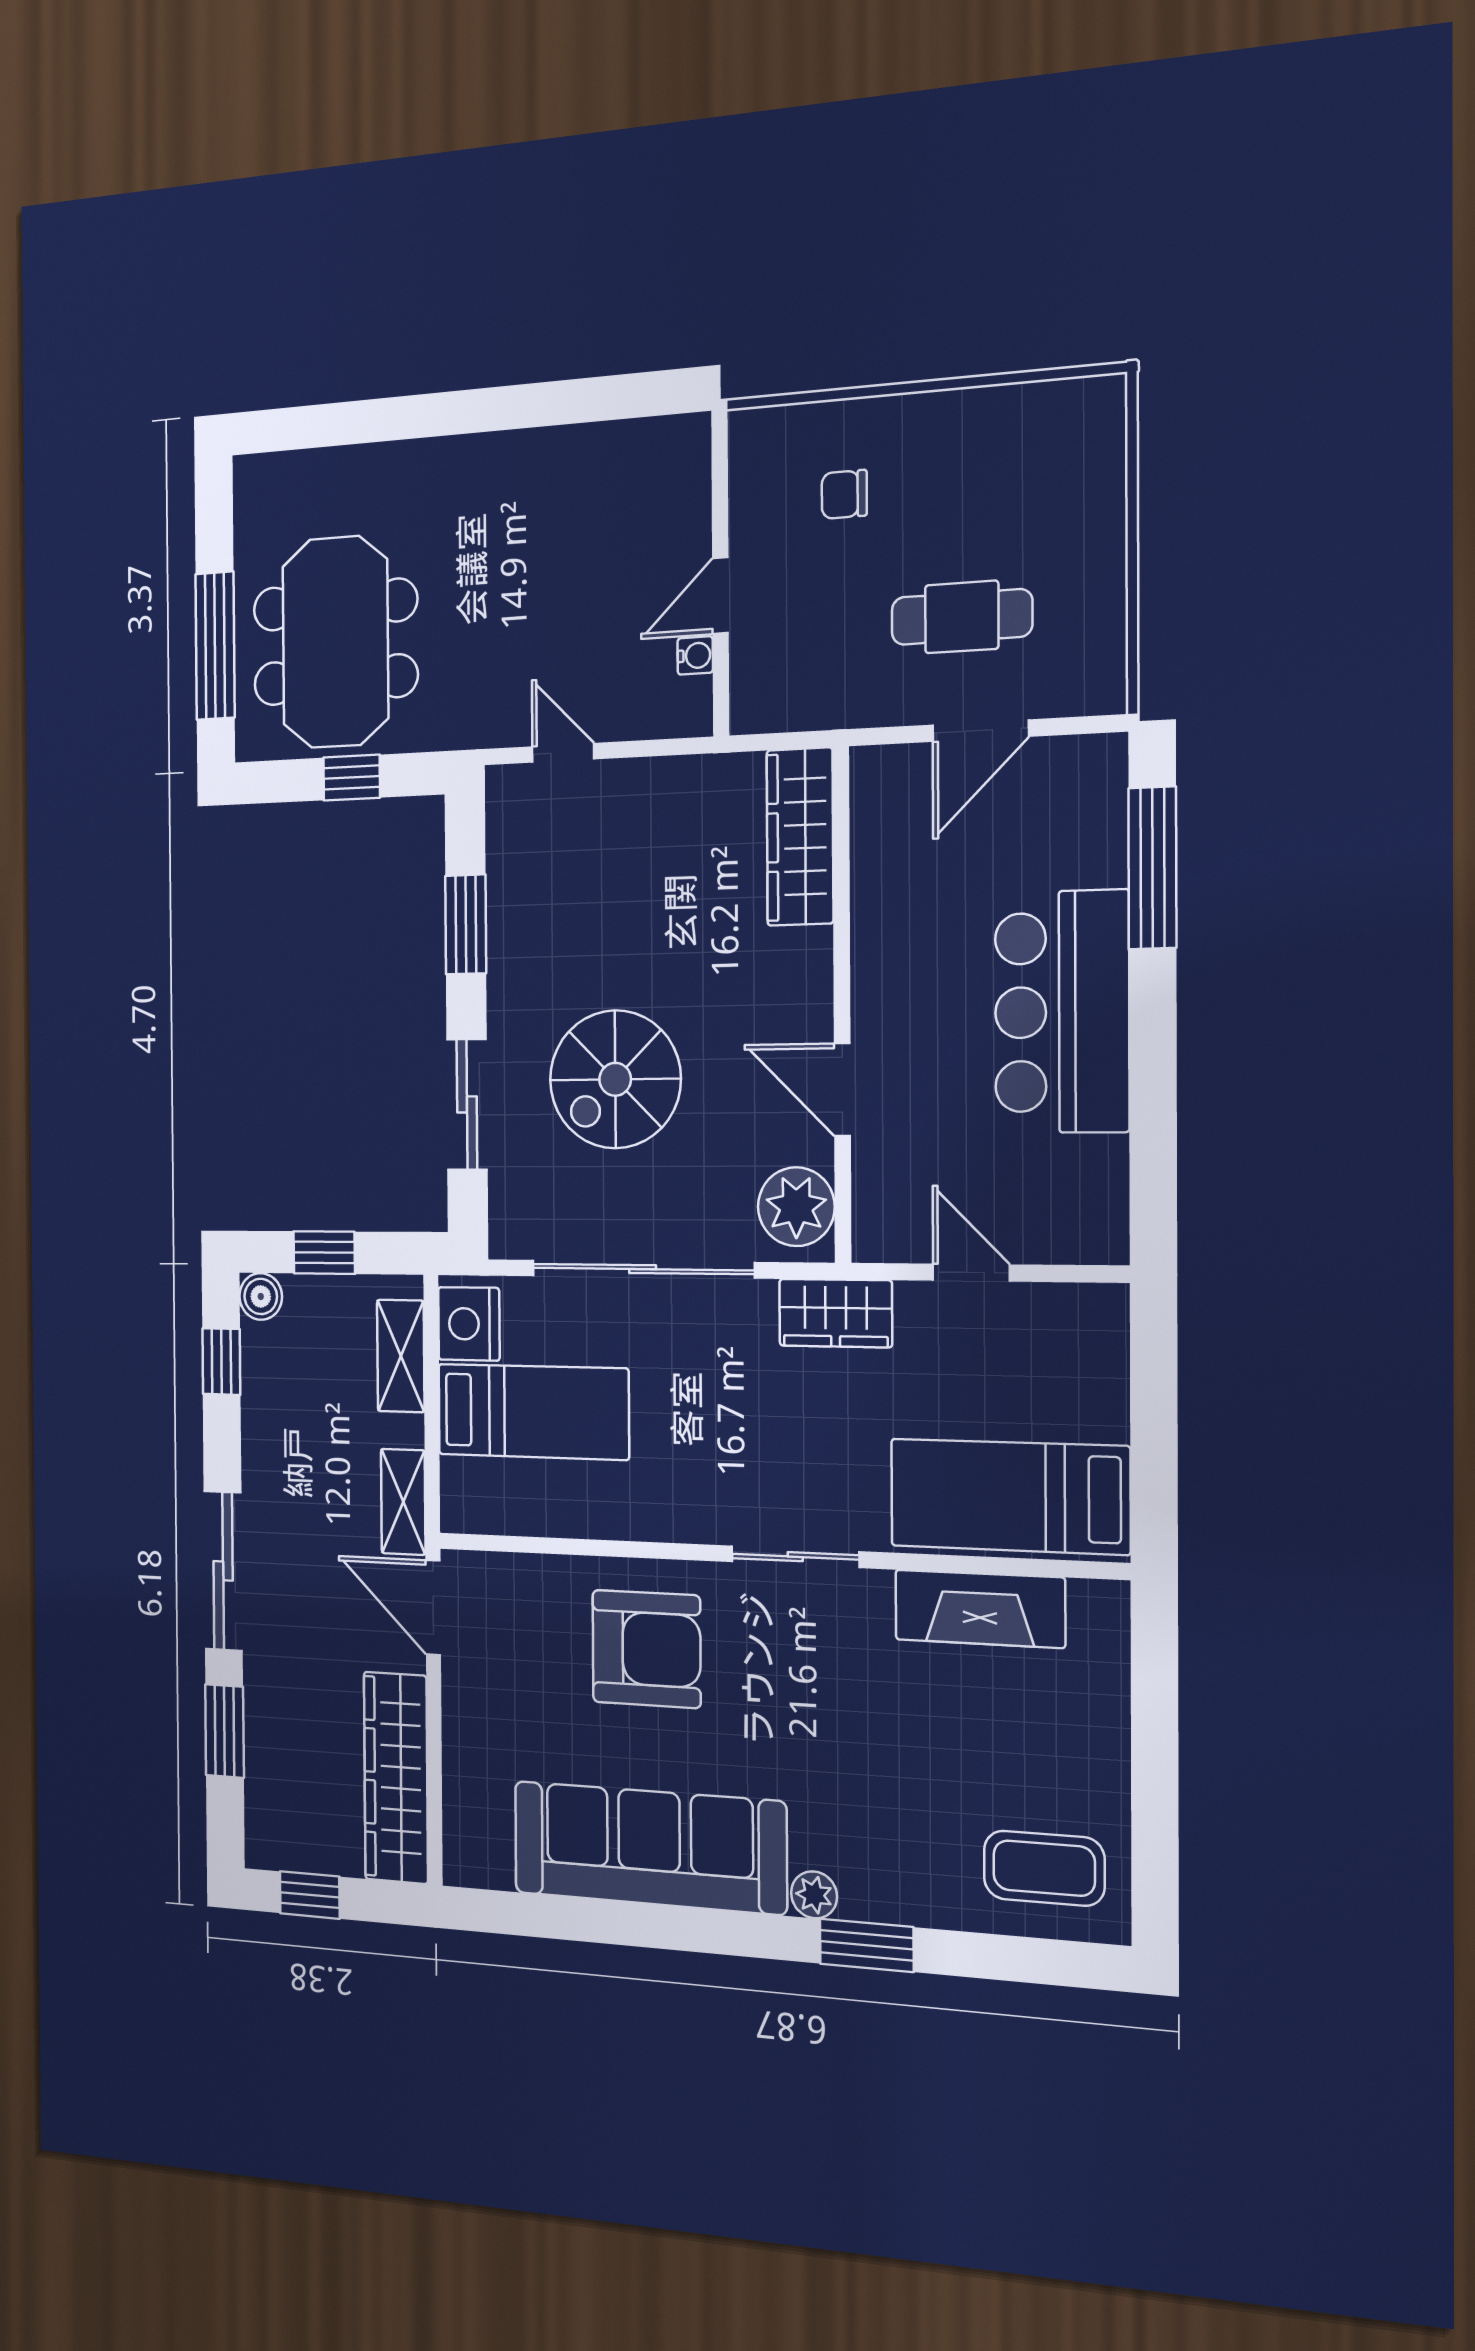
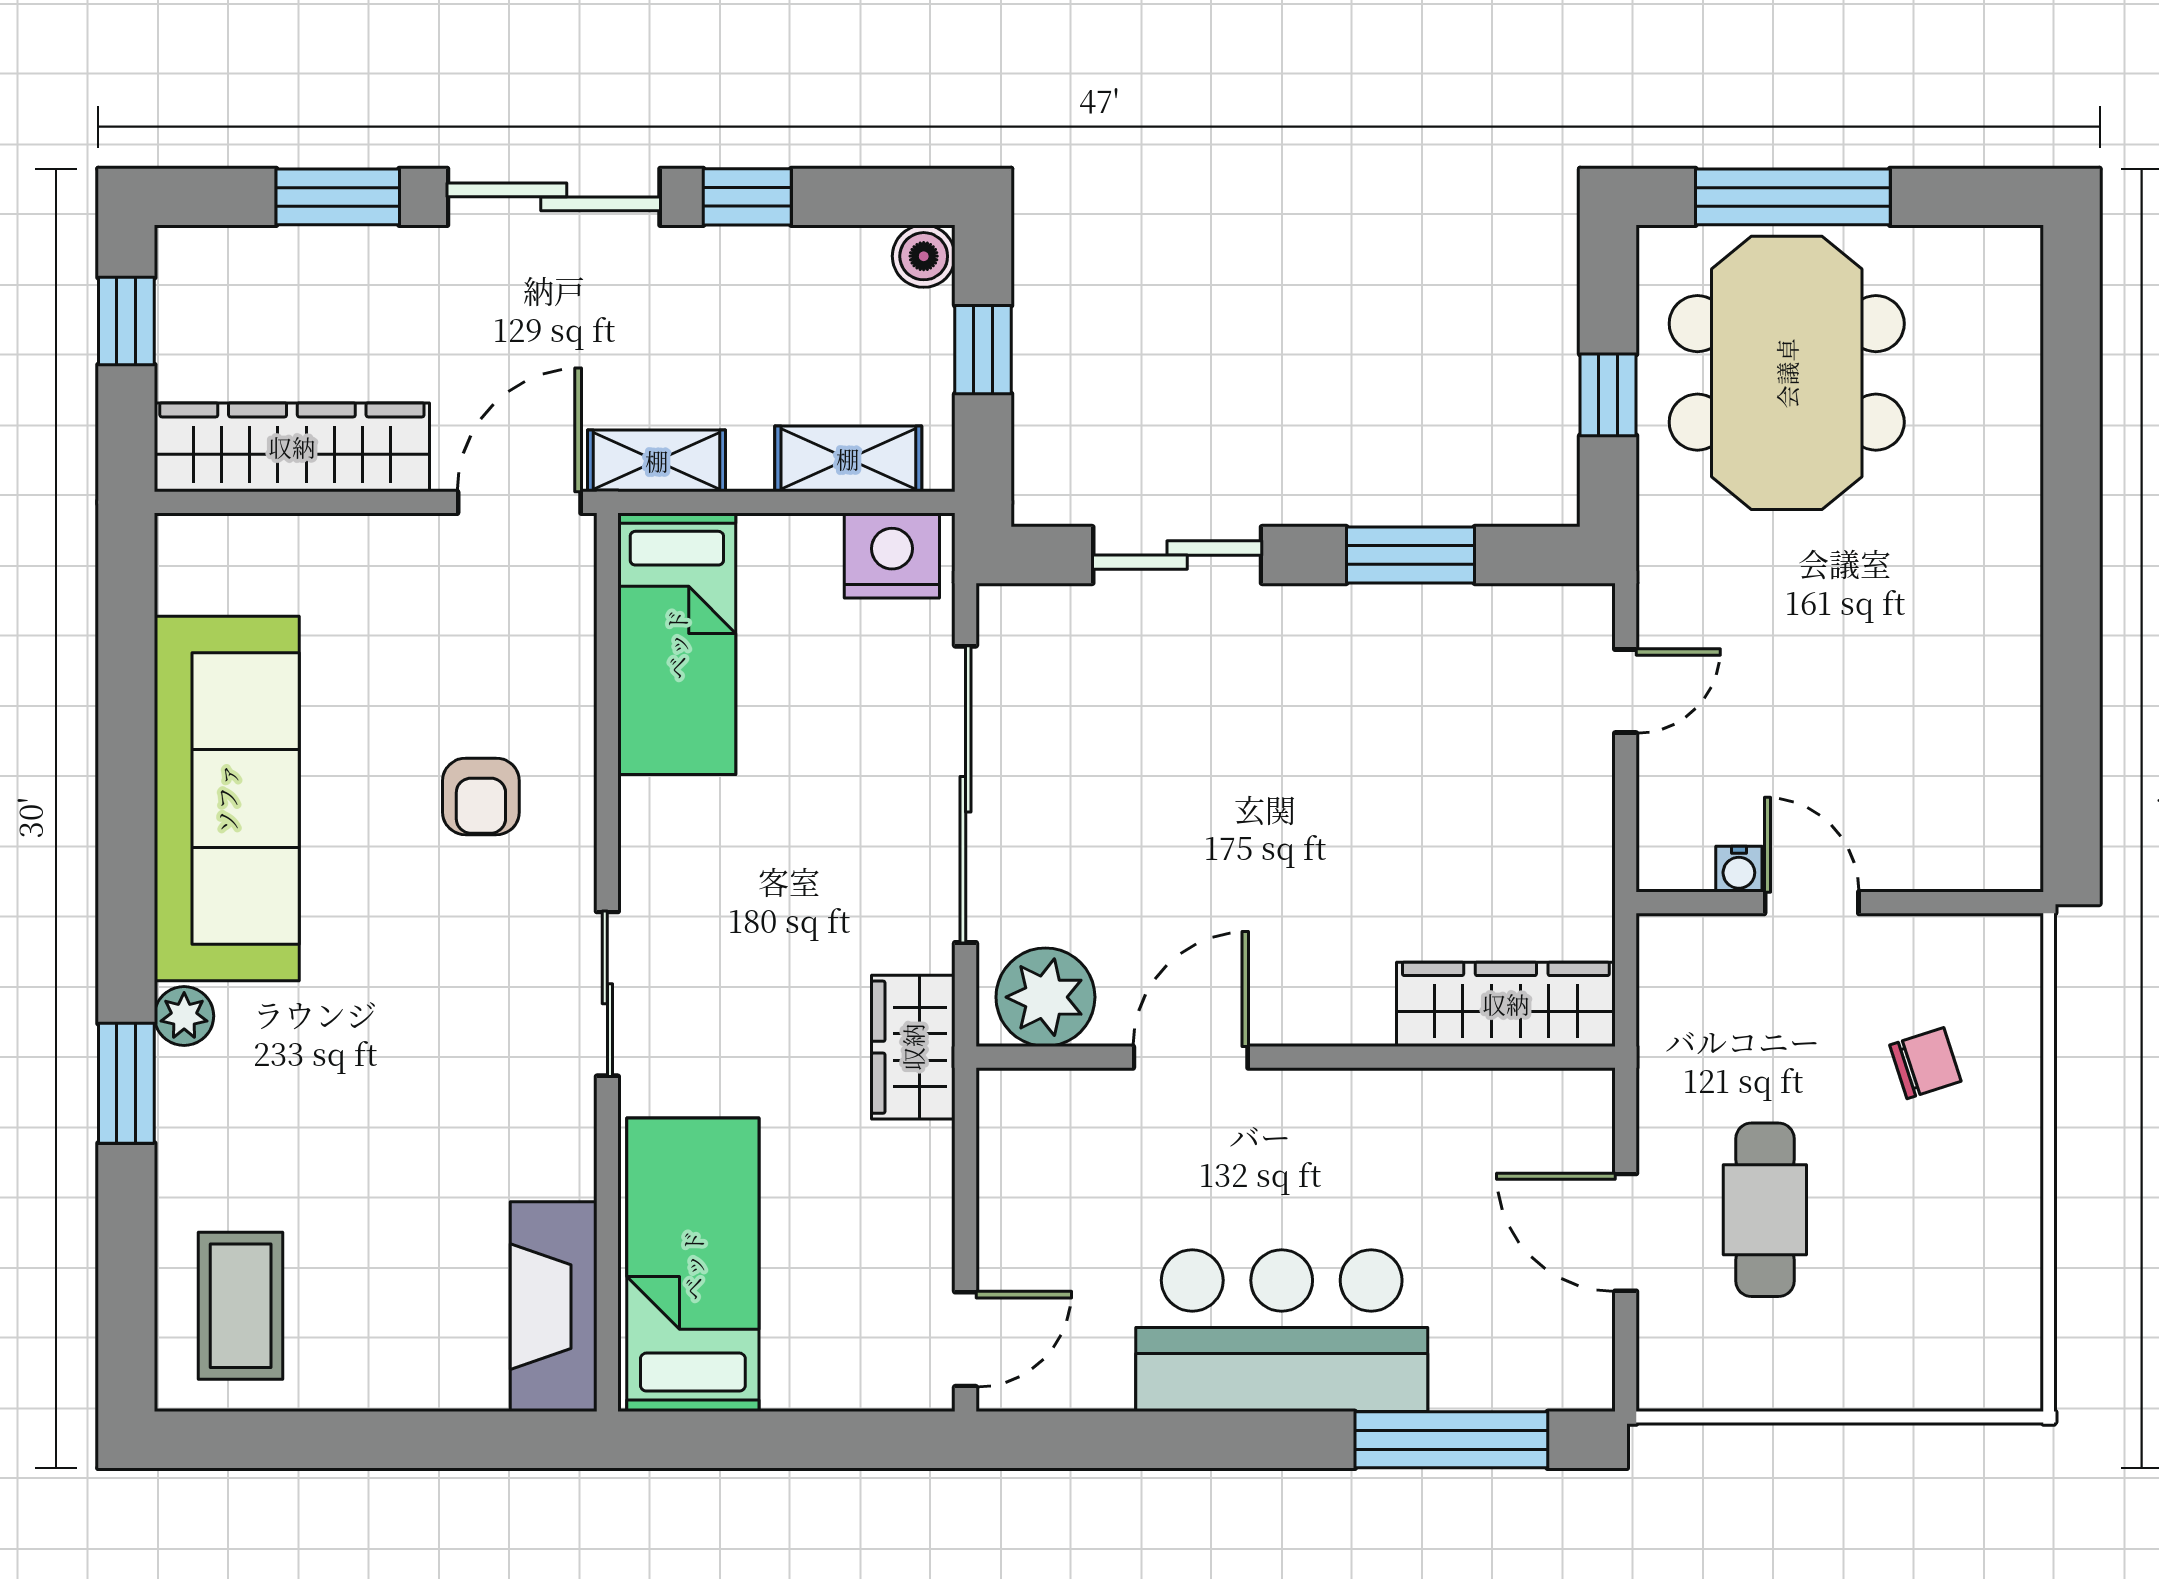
chair: (844, 494) -> (1925, 1063), turned 72
meeting table: (335, 642) -> (1787, 373), turned 90
spiral stairs: (615, 1079) -> (1207, 759), removed
door: (971, 1273) -> (966, 1339), moved
window: (221, 1361) -> (747, 197), moved
bed: (533, 1412) -> (677, 644), moved
fireplace: (980, 1609) -> (554, 1307), moved
armchair: (646, 1649) -> (481, 796), width x0.53, depth x0.53

